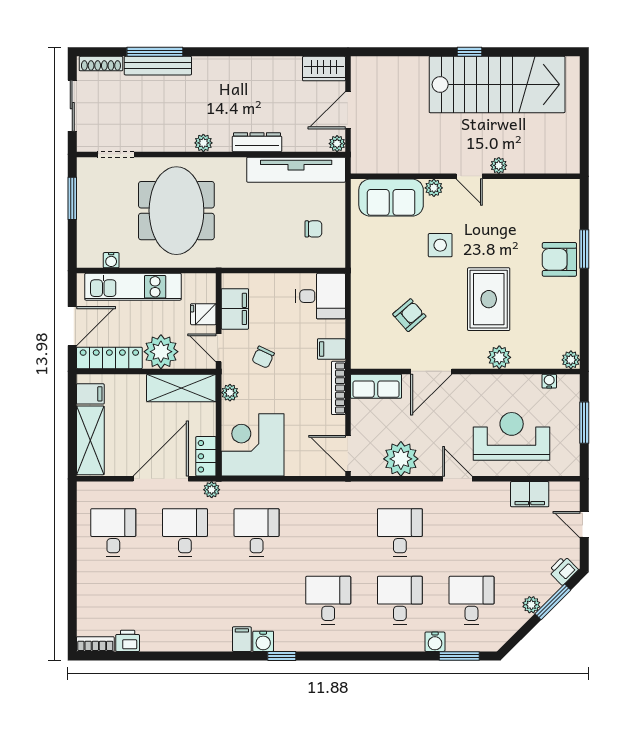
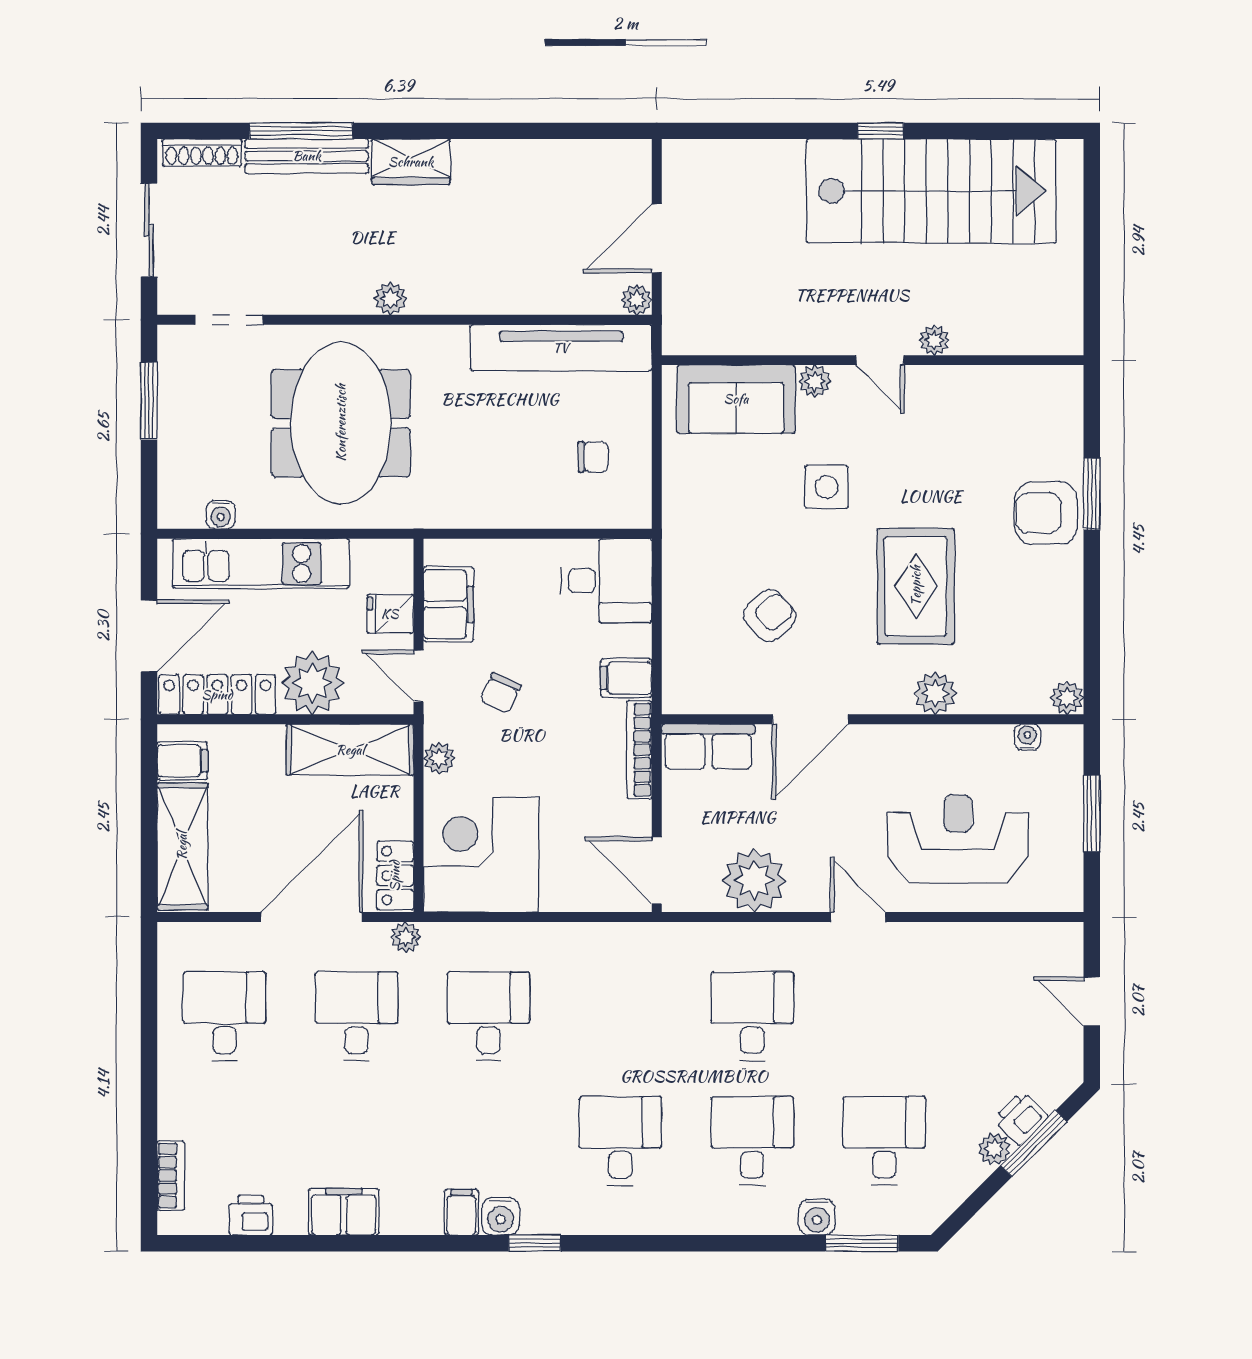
wardrobe: (324, 69) -> (411, 162), moved
dresser: (257, 142) -> (489, 297), removed
filing cabinet: (530, 494) -> (344, 1212), moved, turned 180
printer: (563, 570) -> (1021, 1118), moved
bookcase: (95, 644) -> (171, 1175), moved, turned 90

